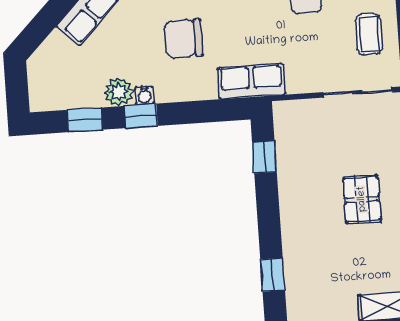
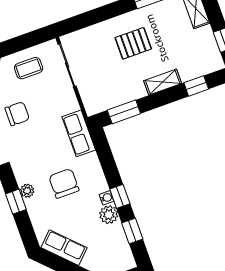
chair: (184, 39) -> (64, 183), turned 180
window: (264, 157) -> (124, 112), width x1.50
shelving: (292, 227) -> (163, 82), added

